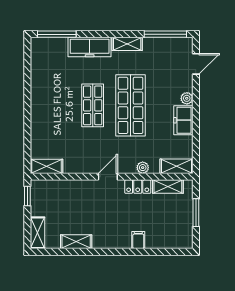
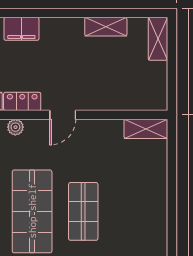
window: (27, 196) -> (172, 89), removed
filing cabinet: (138, 240) -> (21, 29), width x2.00

